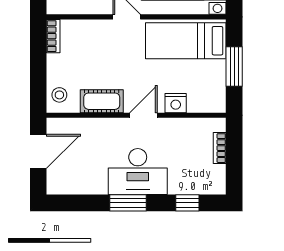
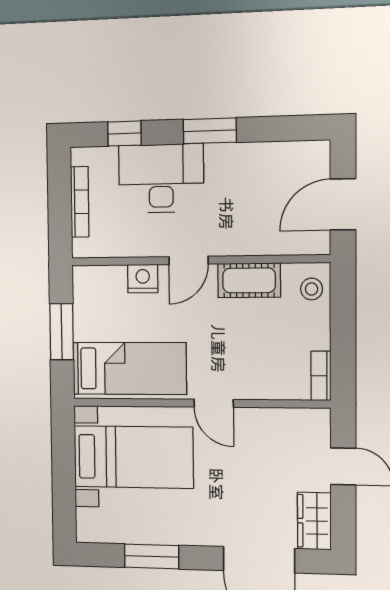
bookcase: (220, 148) -> (80, 202), width x1.56
desk: (138, 172) -> (161, 178), moved

